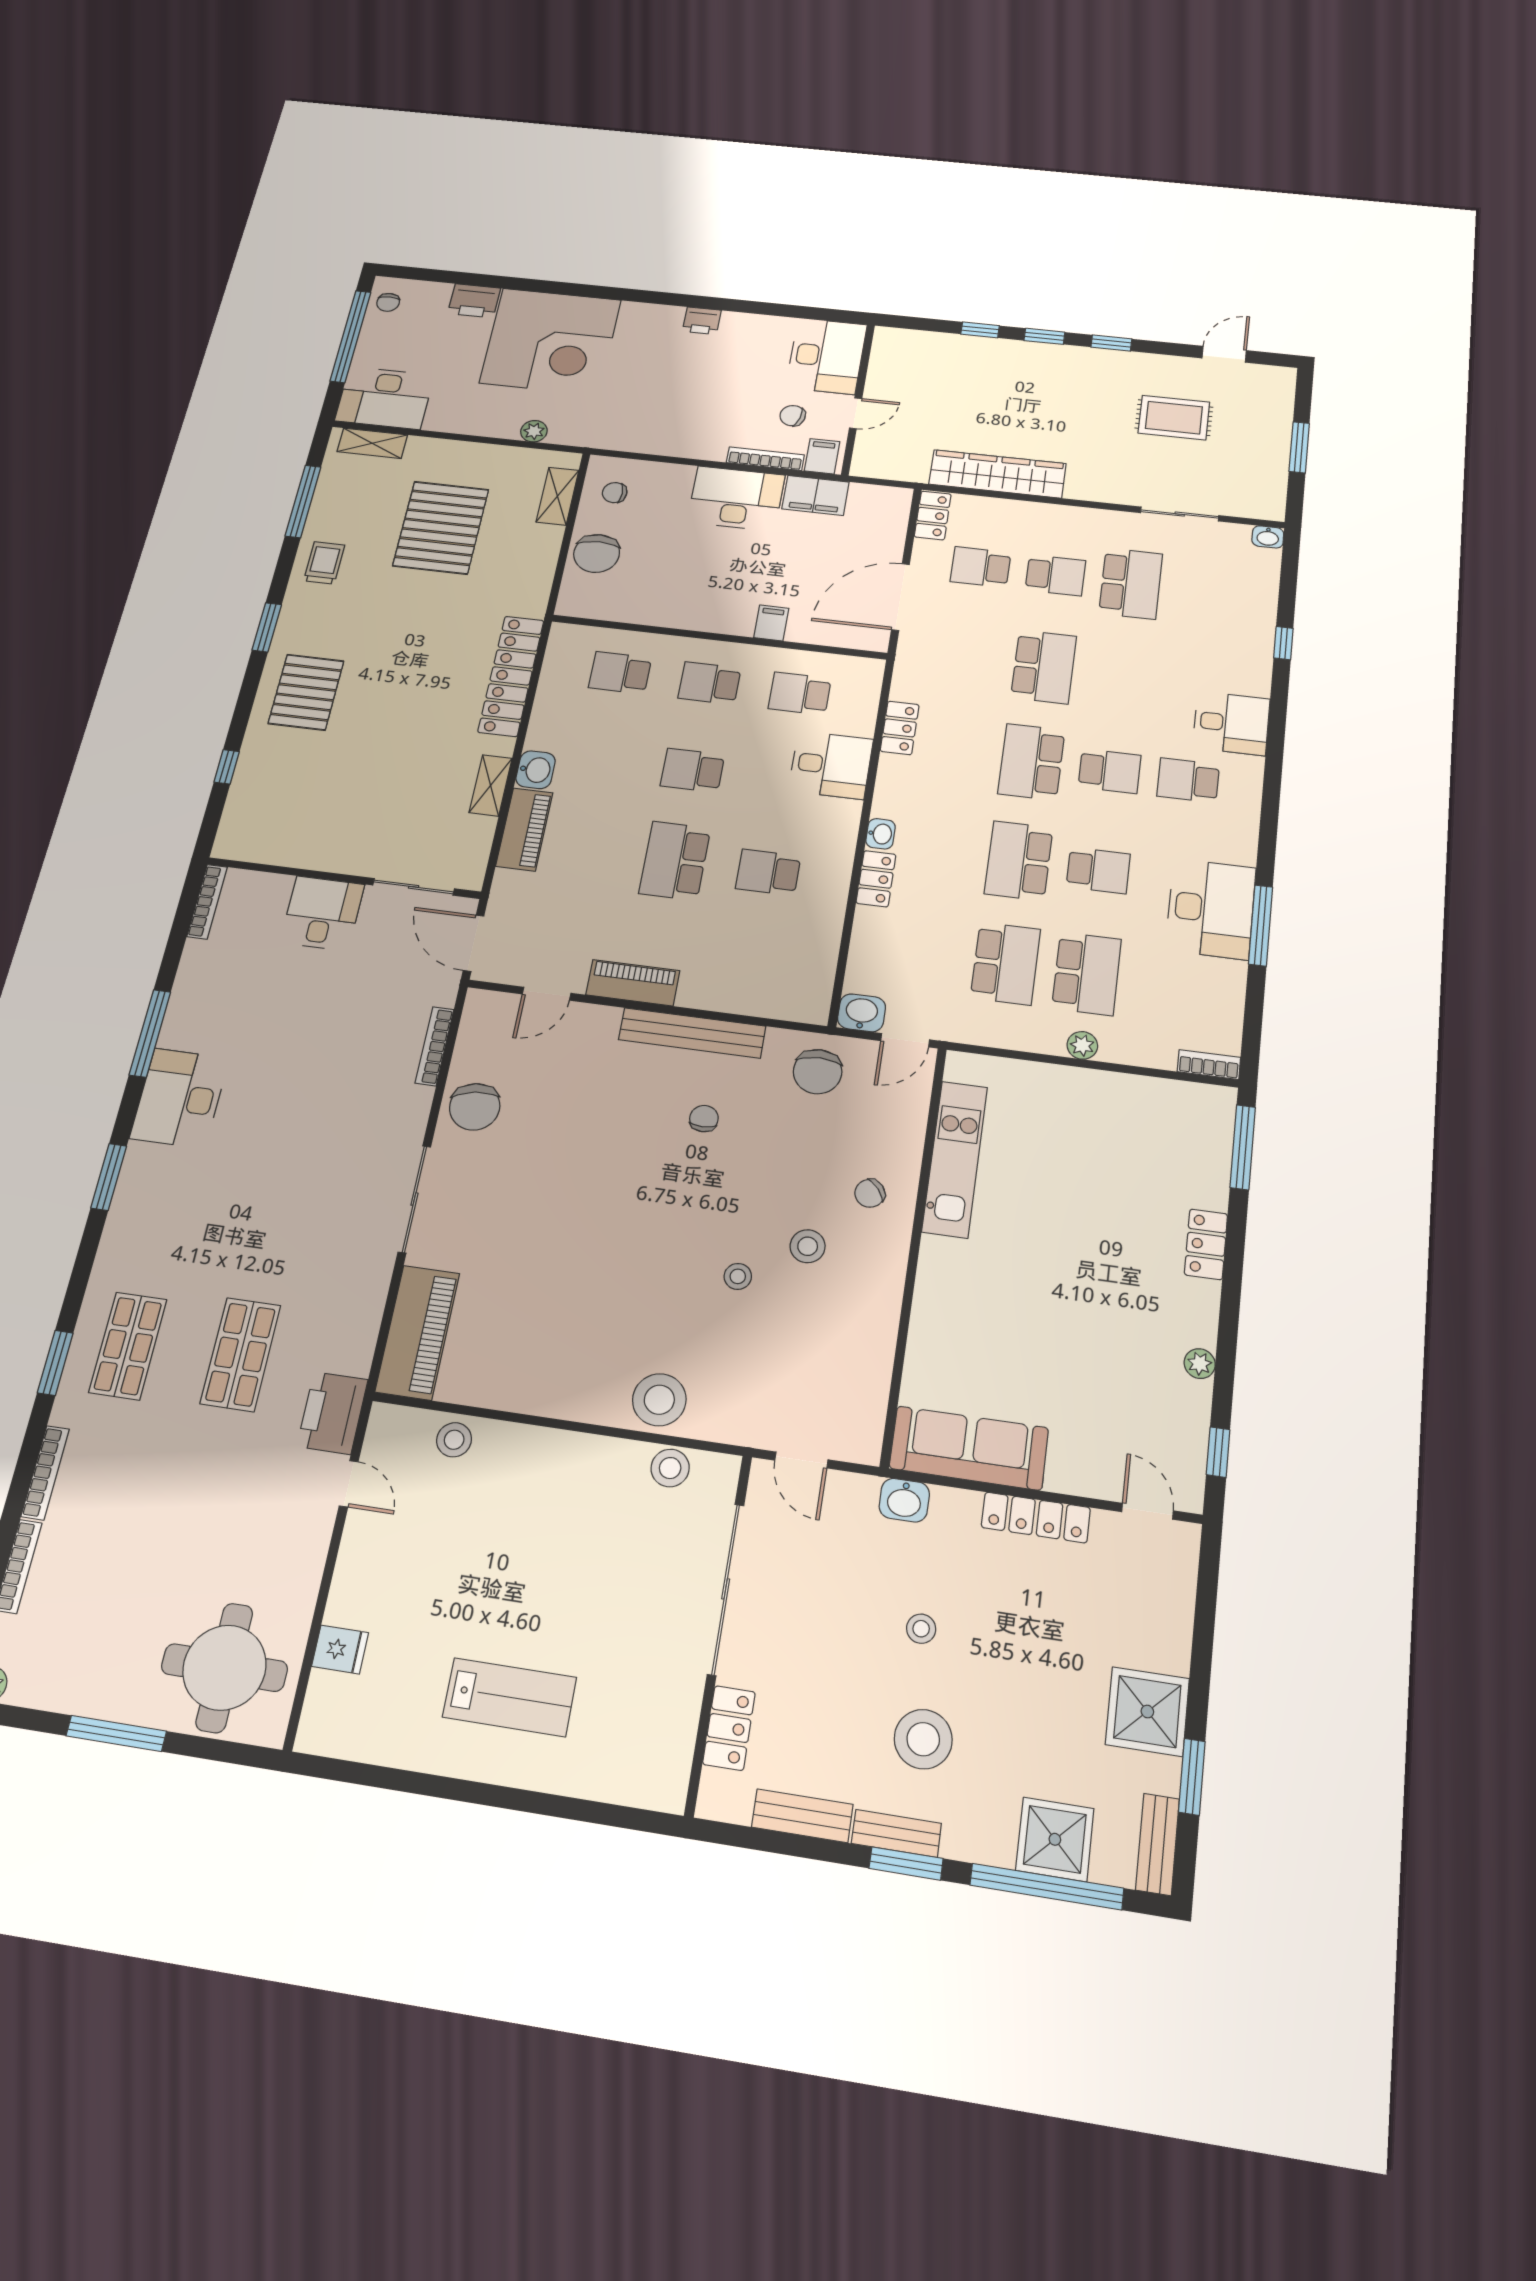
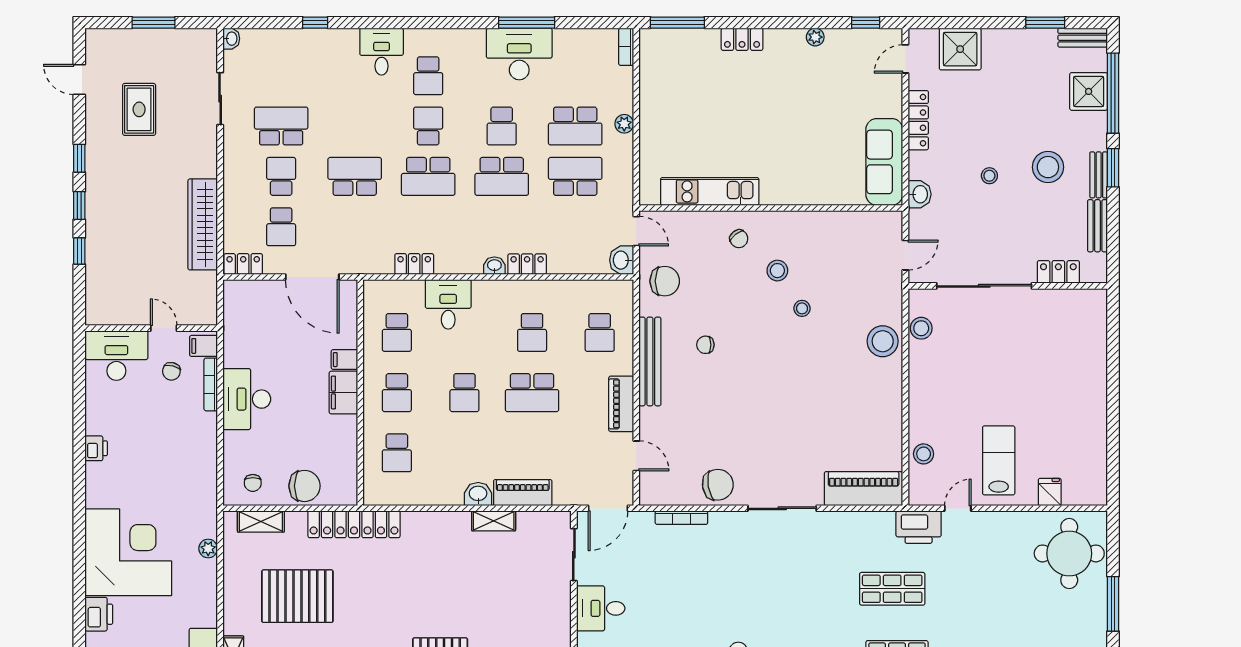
filing cabinet: (815, 495) -> (343, 393), moved, turned 180
locker: (511, 676) -> (354, 524), moved
school desk: (1098, 870) -> (502, 126), turned 180
school desk: (751, 967) -> (600, 332), added
school desk: (1087, 974) -> (575, 126), turned 180
lab bench: (510, 1697) -> (999, 460), moved
shower: (1147, 1712) -> (960, 49), moved

